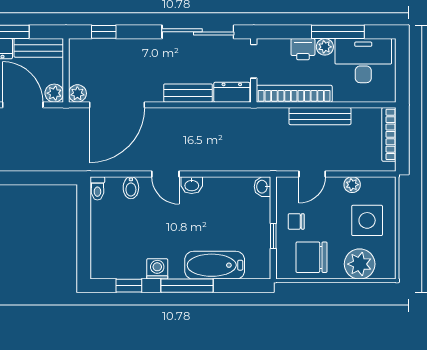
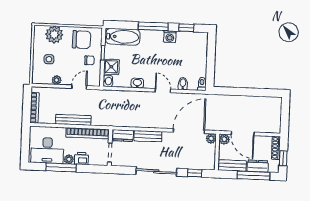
sliding door: (198, 32) -> (156, 171), moved
washbasin: (192, 185) -> (137, 83), moved
shower: (257, 212) -> (111, 67), added
side table: (367, 220) -> (49, 59), width x0.54, depth x0.54
bathtub: (215, 265) -> (123, 37), moved

